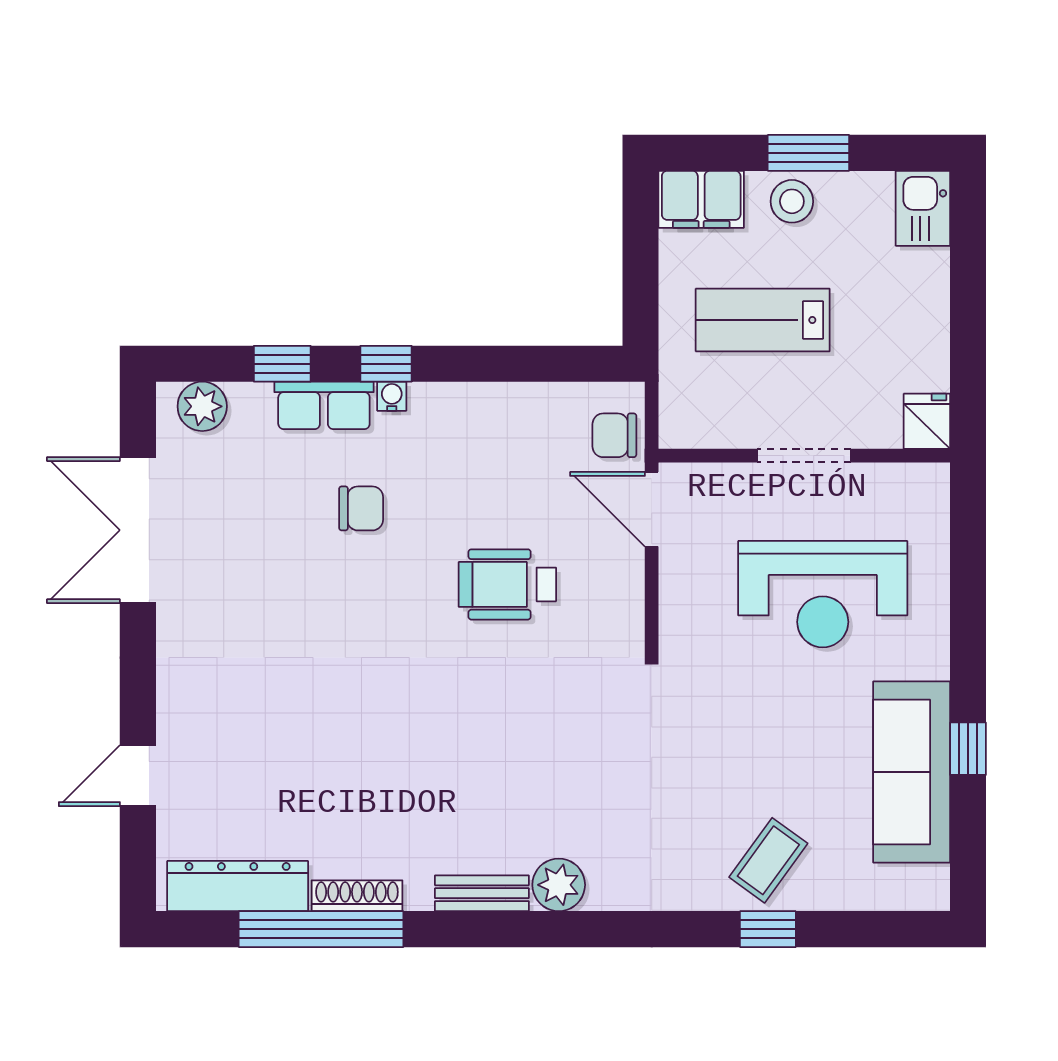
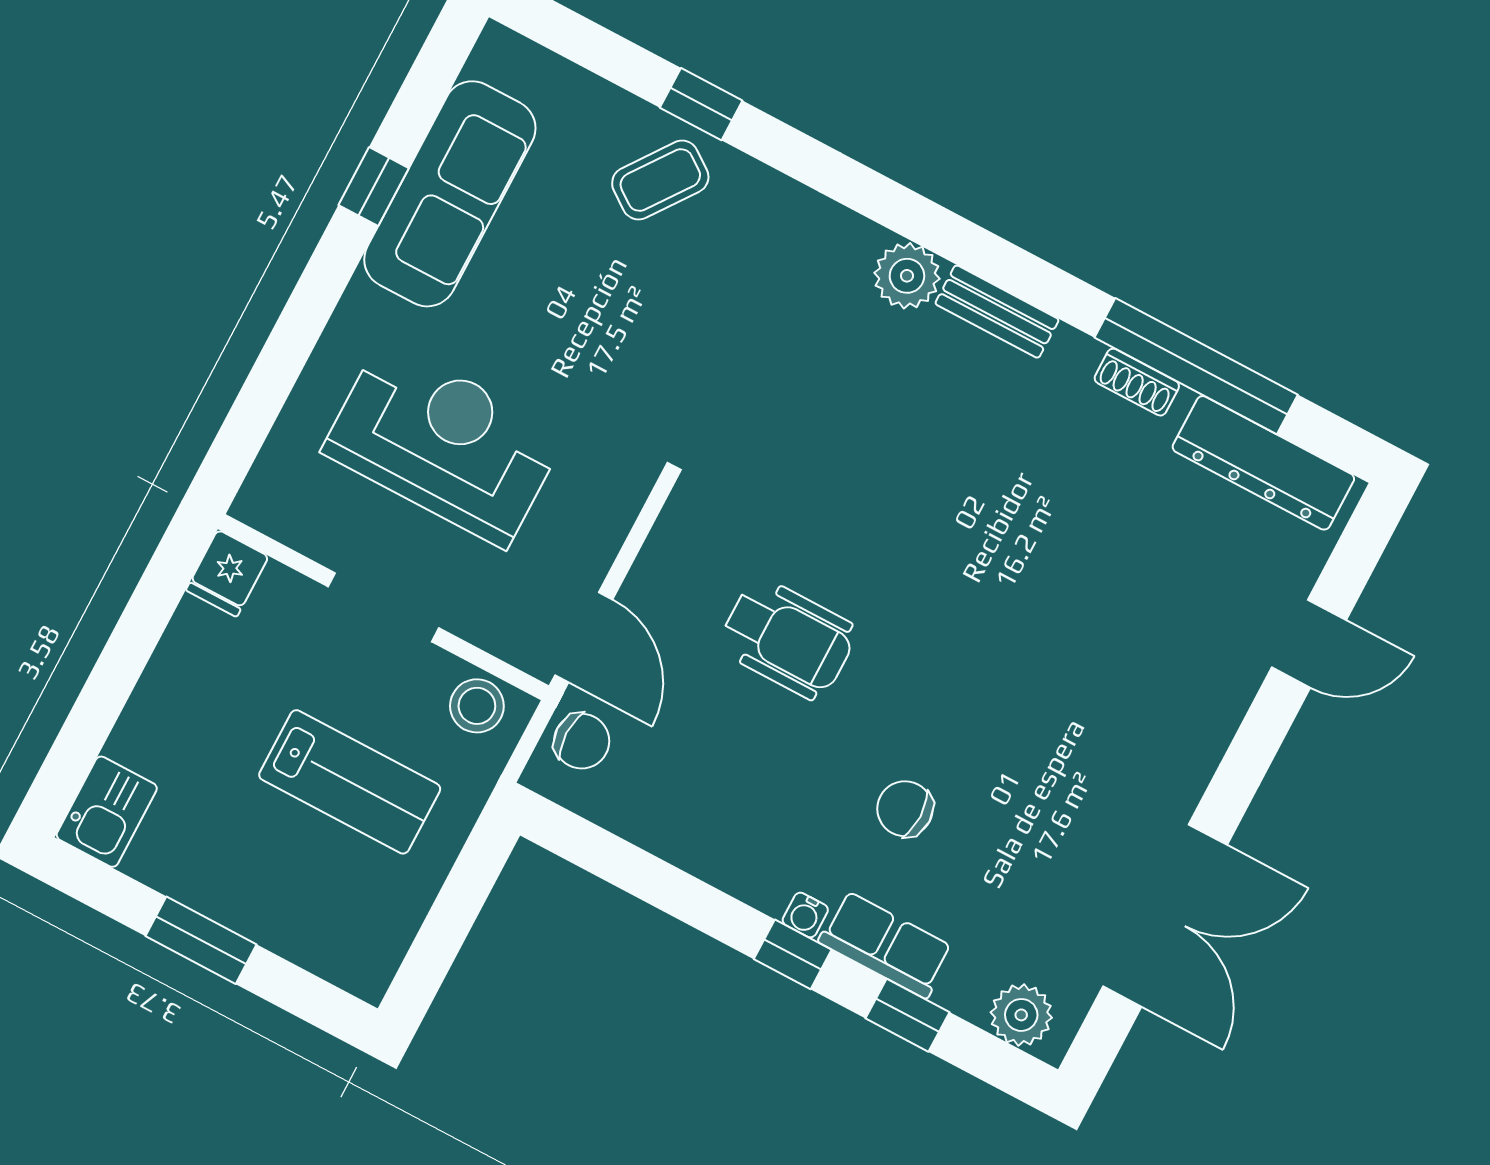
filing cabinet: (701, 199) -> (347, 952), removed
stool: (792, 201) -> (477, 706), moved
shoe rack: (357, 896) -> (1137, 382), width x0.70

